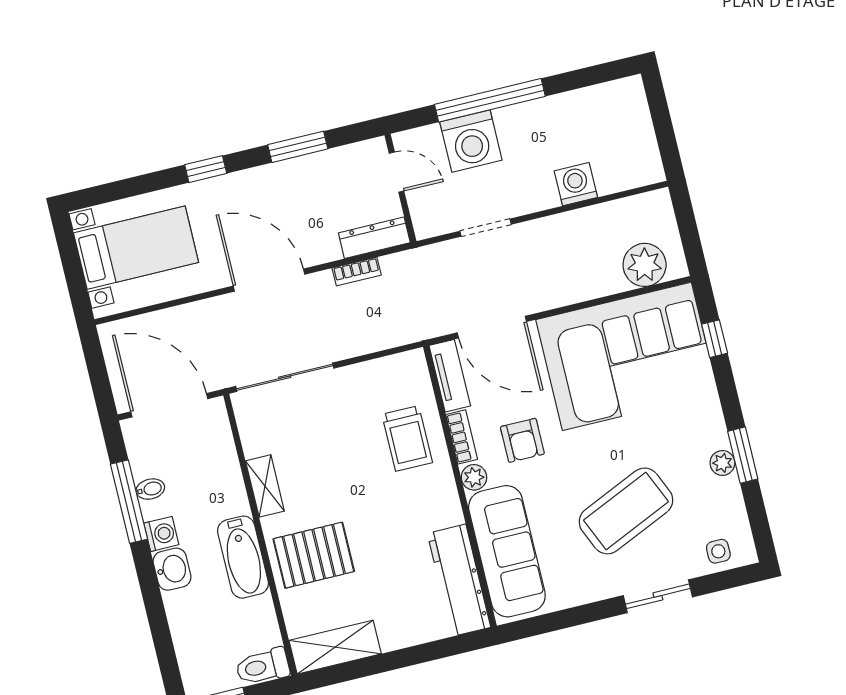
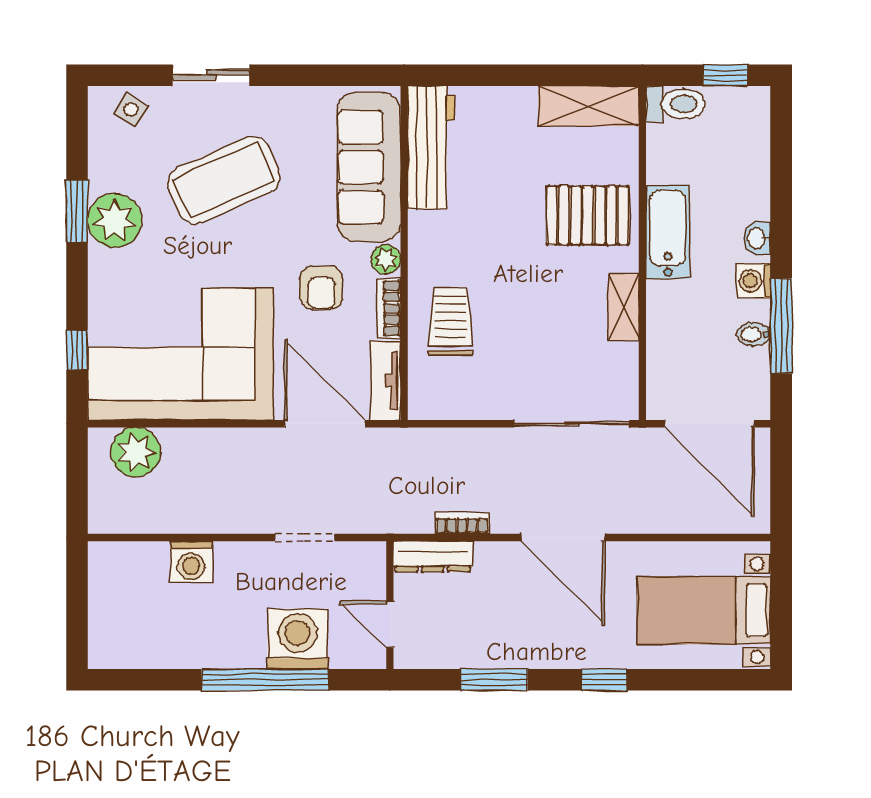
armchair: (522, 440) -> (321, 288), turned 180
plant: (722, 463) -> (115, 220), width x1.88, depth x1.88
side table: (718, 551) -> (131, 109), turned 33
washbasin: (172, 569) -> (757, 238), width x0.72, depth x0.69

